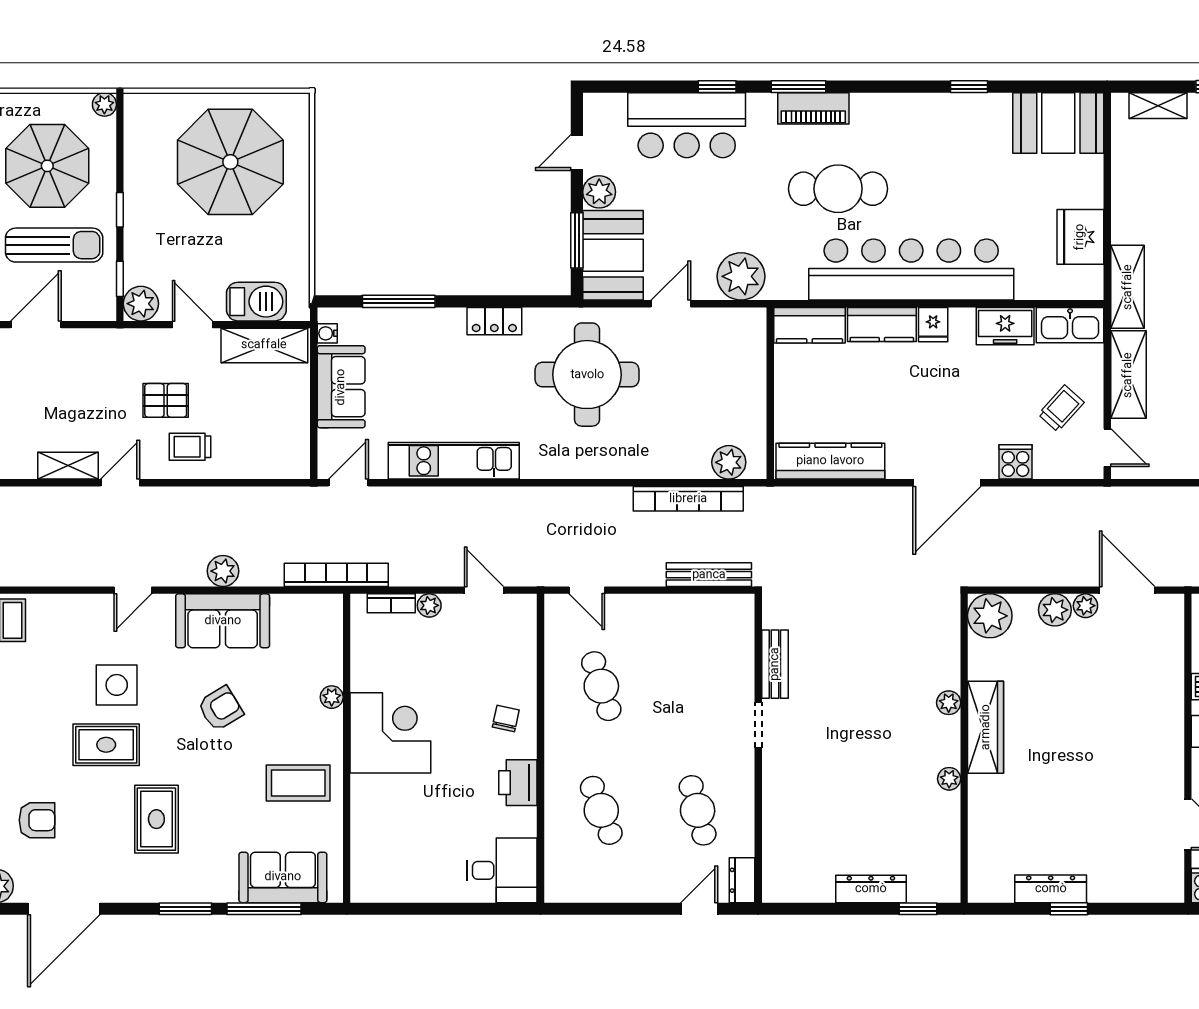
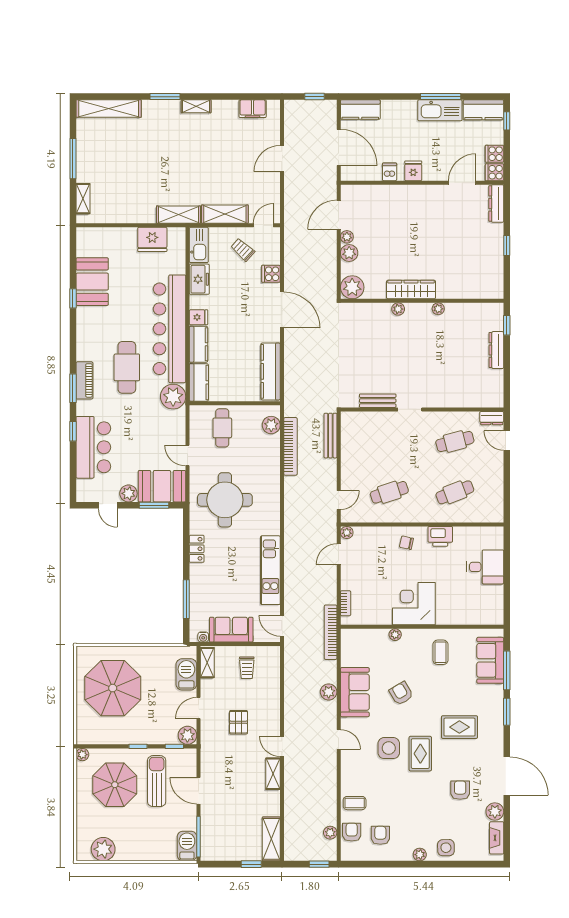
booth: (1058, 123) -> (92, 282), moved
plant: (741, 276) -> (173, 397), moved
shelving: (264, 345) -> (207, 663), width x0.67, depth x0.75
cafe table: (723, 370) -> (222, 428), added
trolley: (190, 447) -> (247, 668), moved
plant: (429, 605) -> (347, 532), moved
coffee table: (298, 783) -> (440, 652), width x0.73, depth x0.77
desk: (502, 870) -> (485, 567), moved, turned 90
dresser: (1051, 889) -> (496, 204), moved

